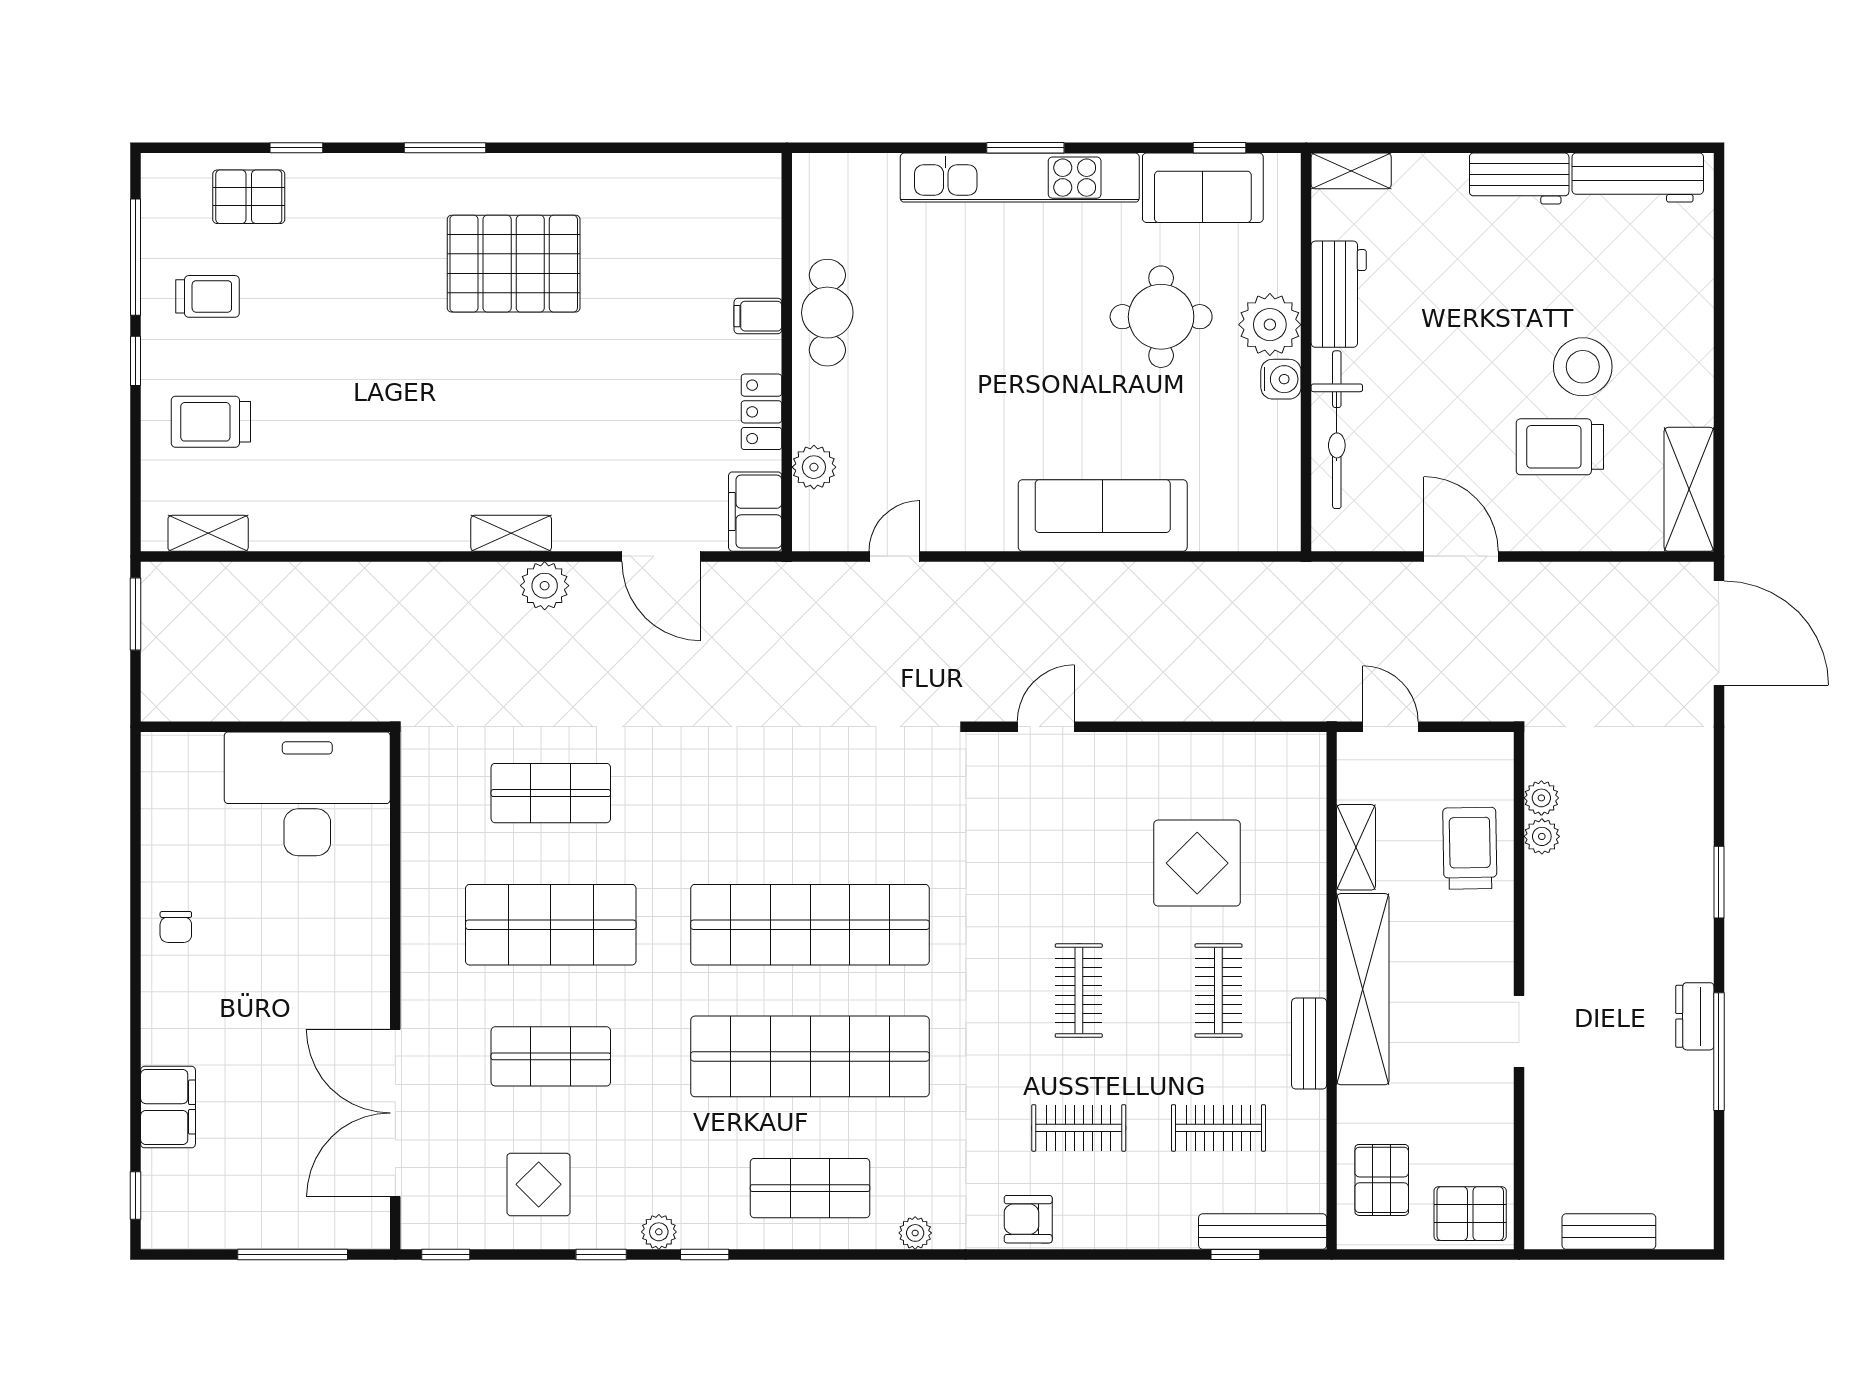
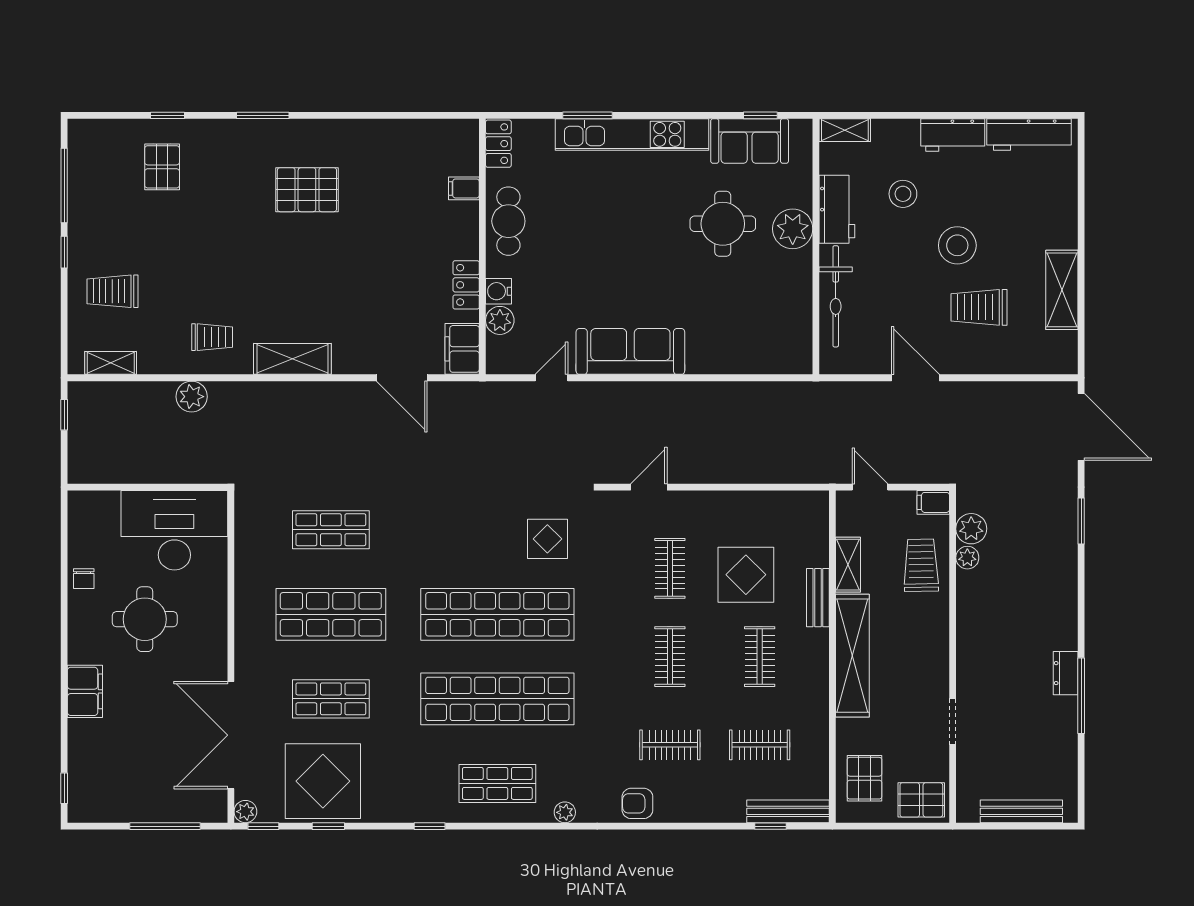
window: (1025, 148) -> (588, 115), moved
locker: (812, 192) -> (498, 144), added
pallet: (249, 197) -> (162, 167), moved, turned 90
pallet: (514, 264) -> (307, 190), width x0.73, depth x0.71
stool: (1442, 270) -> (903, 194), added
trolley: (207, 296) -> (212, 337), moved
filing cabinet: (758, 316) -> (464, 188), moved
stool: (1583, 367) -> (957, 245), moved
water cooler: (1281, 379) -> (499, 291), moved, turned 180
shelving: (1689, 489) -> (1062, 290), moved
sofa: (1103, 515) -> (630, 351), moved
shelving: (511, 533) -> (292, 359), width x1.50, depth x1.33
plant: (545, 586) -> (192, 397), moved
window: (136, 614) -> (64, 415), width x0.67
filing cabinet: (1489, 751) -> (933, 502), added
plant: (1541, 798) -> (971, 529), width x1.38, depth x1.38
display table: (888, 807) -> (547, 539), added
clothes rail: (1079, 853) -> (670, 568), added
window: (1719, 882) -> (1081, 521), moved
chair: (176, 927) -> (84, 579), moved
round table: (261, 932) -> (145, 619), added
doorway: (1519, 1031) -> (953, 722), moved
bench: (1309, 1044) -> (818, 598), moved
filing cabinet: (168, 1107) -> (85, 691), moved
display table: (539, 1184) -> (323, 781), width x1.86, depth x1.86
bench: (1609, 1231) -> (1021, 811), width x1.36
plant: (659, 1232) -> (245, 812), moved
window: (601, 1254) -> (328, 826), moved

